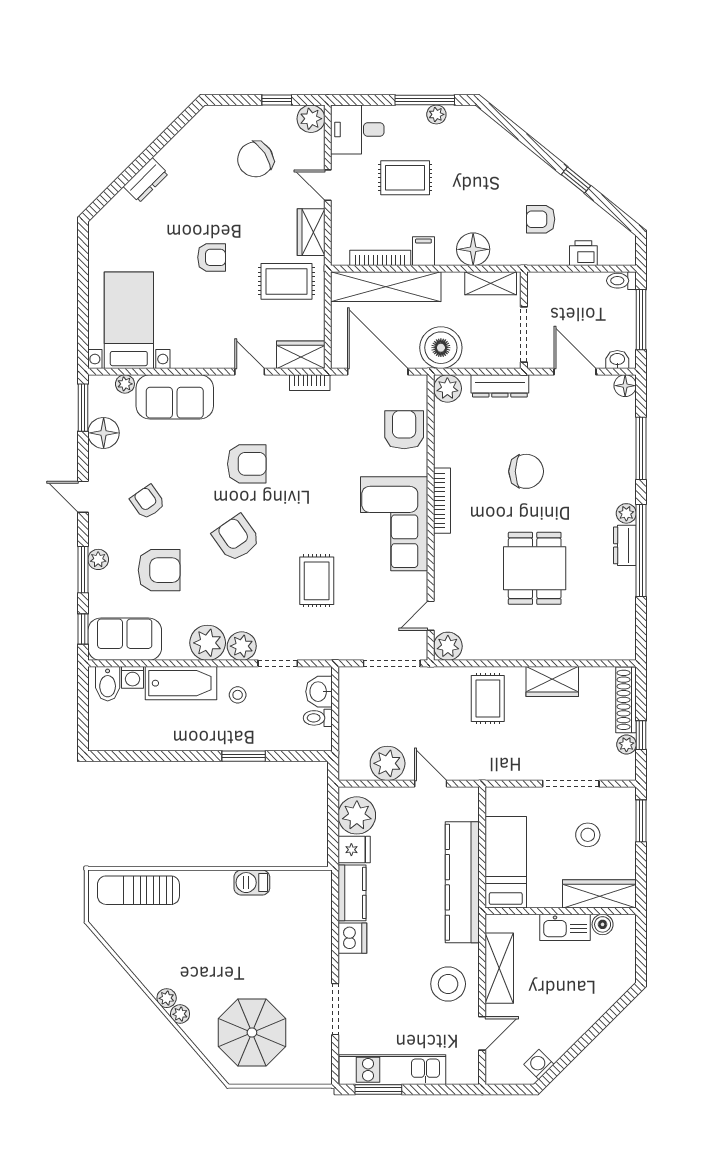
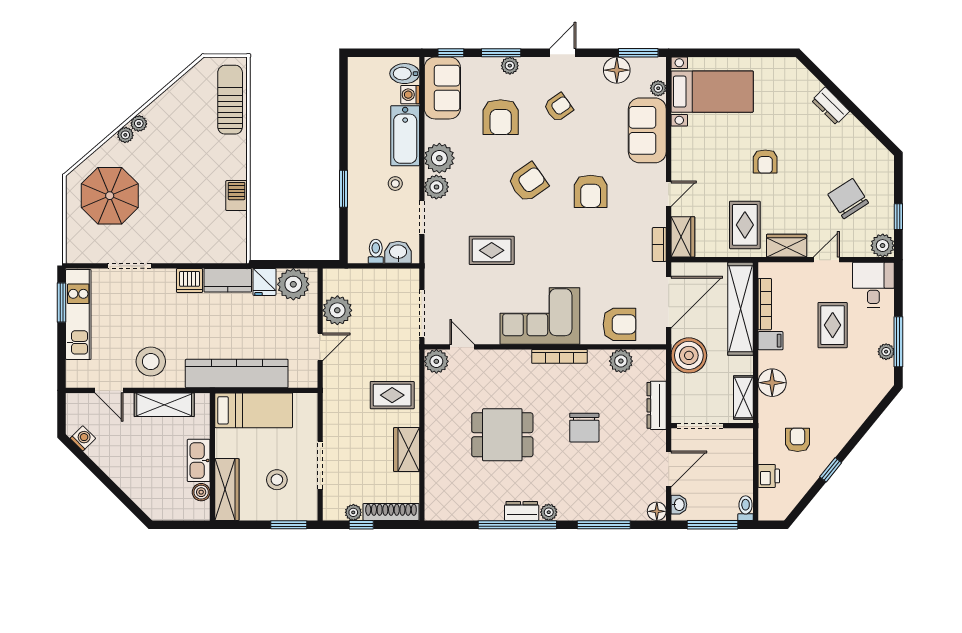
plant: (447, 388) -> (621, 361), moved

